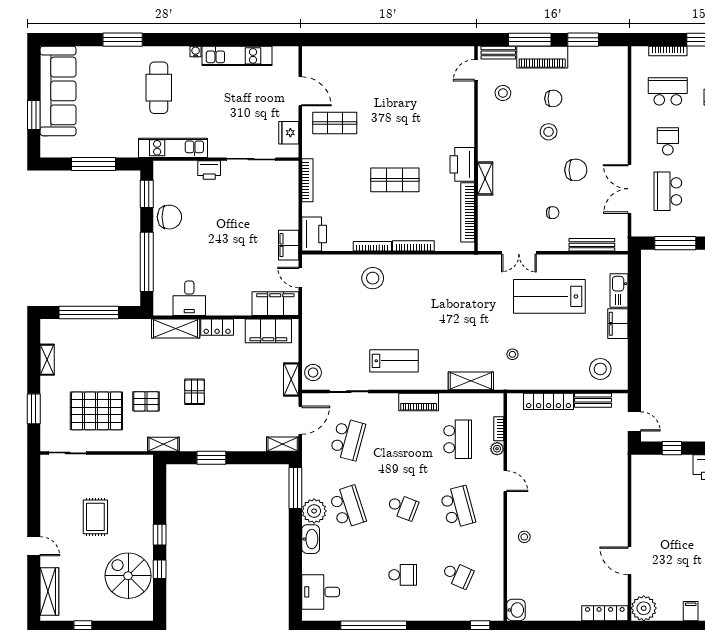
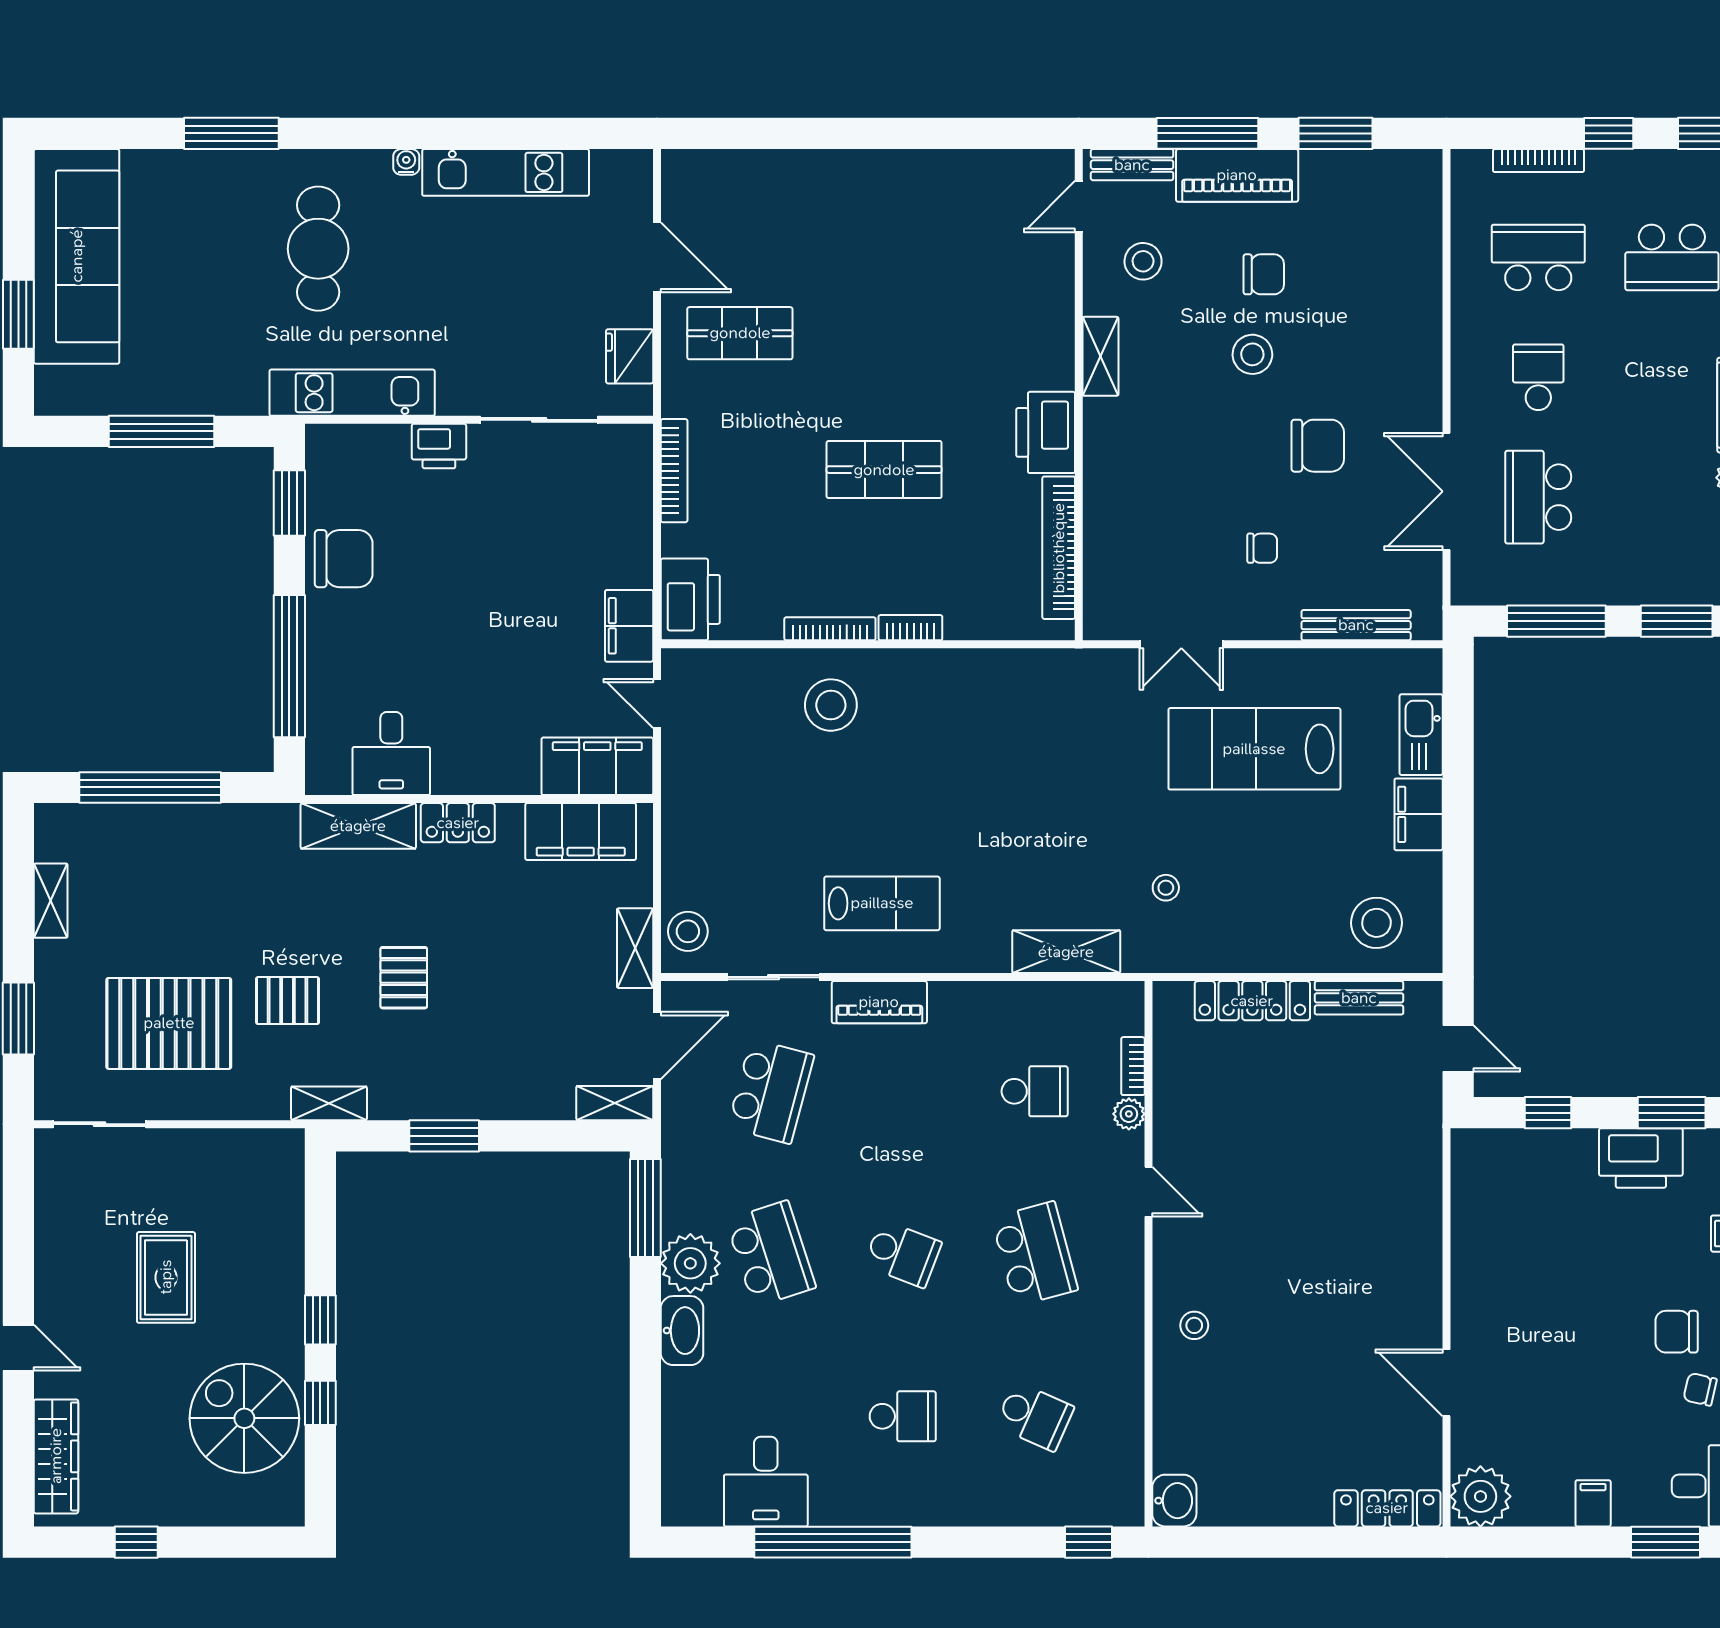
shelving: (485, 178) -> (1100, 356), moved
bookcase: (413, 246) -> (910, 628), width x0.64
piano: (419, 402) -> (879, 1002), moved
school desk: (458, 439) -> (1035, 1091), width x0.54
desk: (321, 592) -> (766, 1482), moved, turned -90

